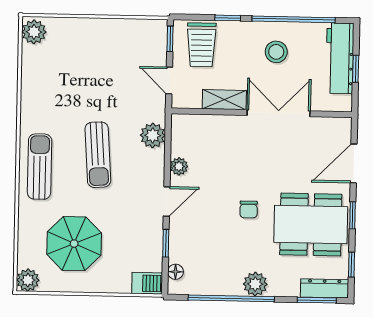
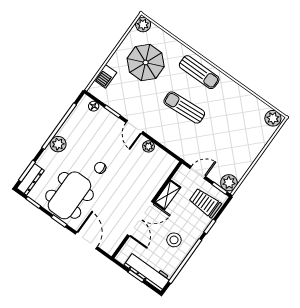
plant: (153, 135) -> (229, 183), moved
barbecue: (147, 283) -> (105, 76), moved

